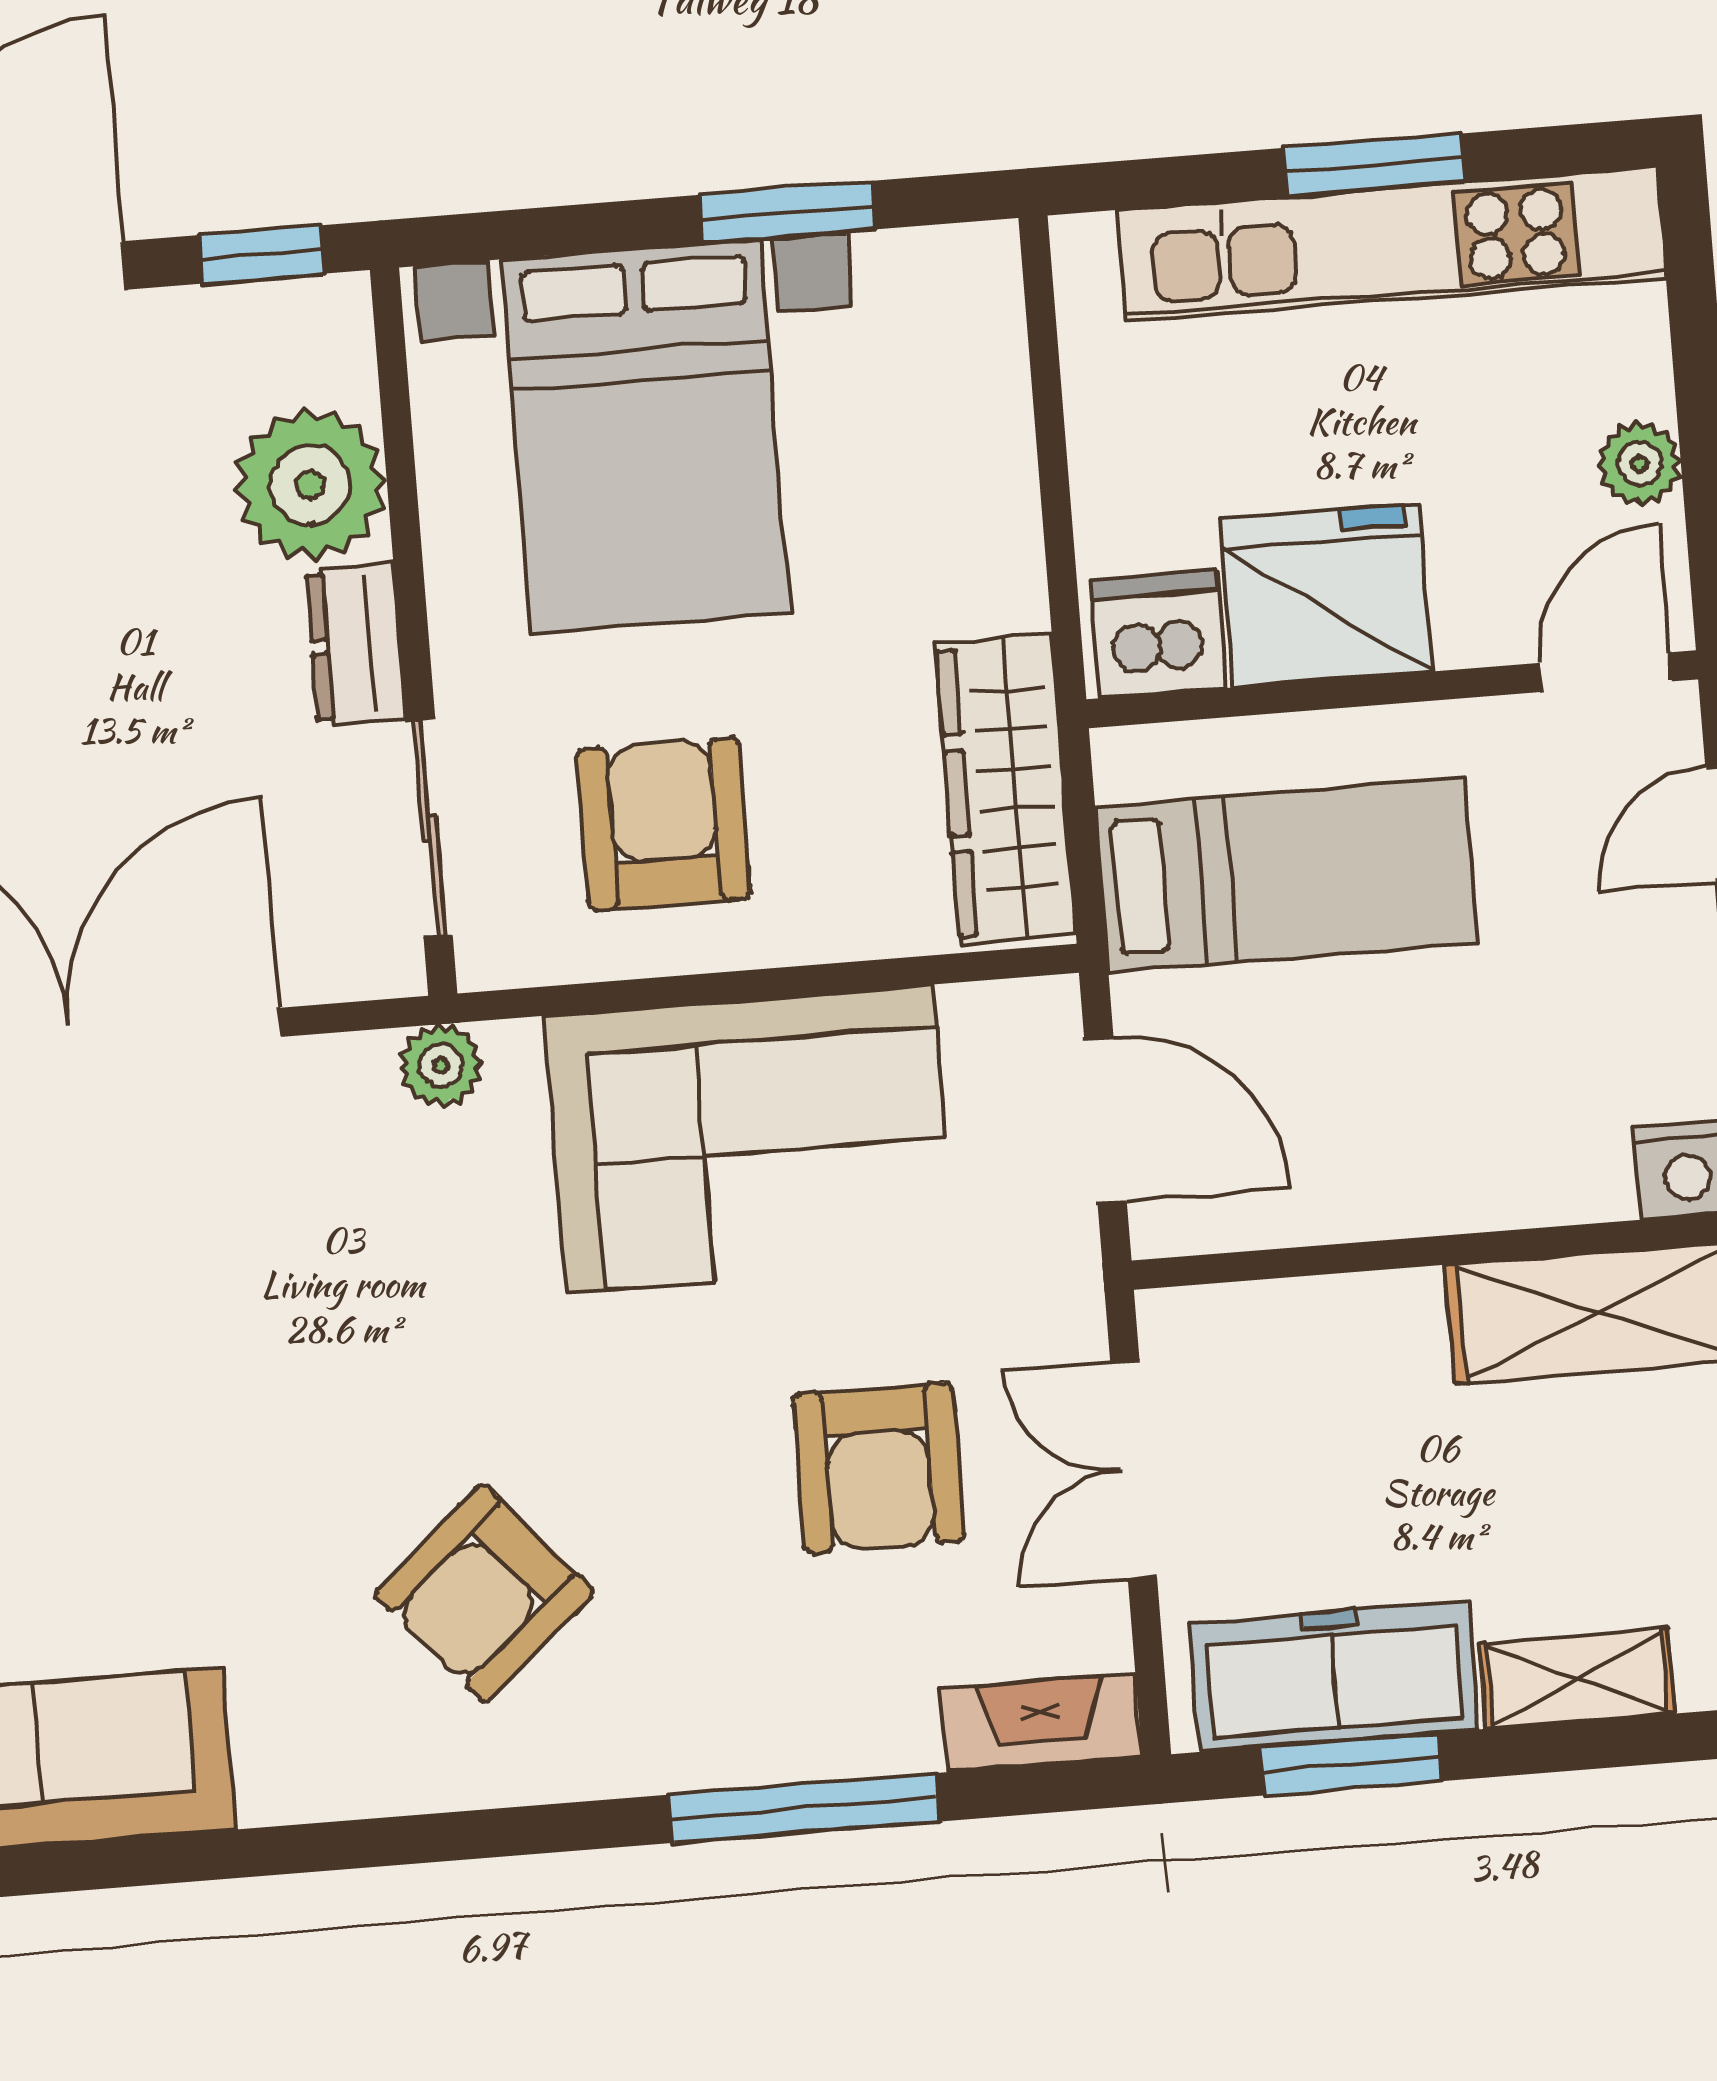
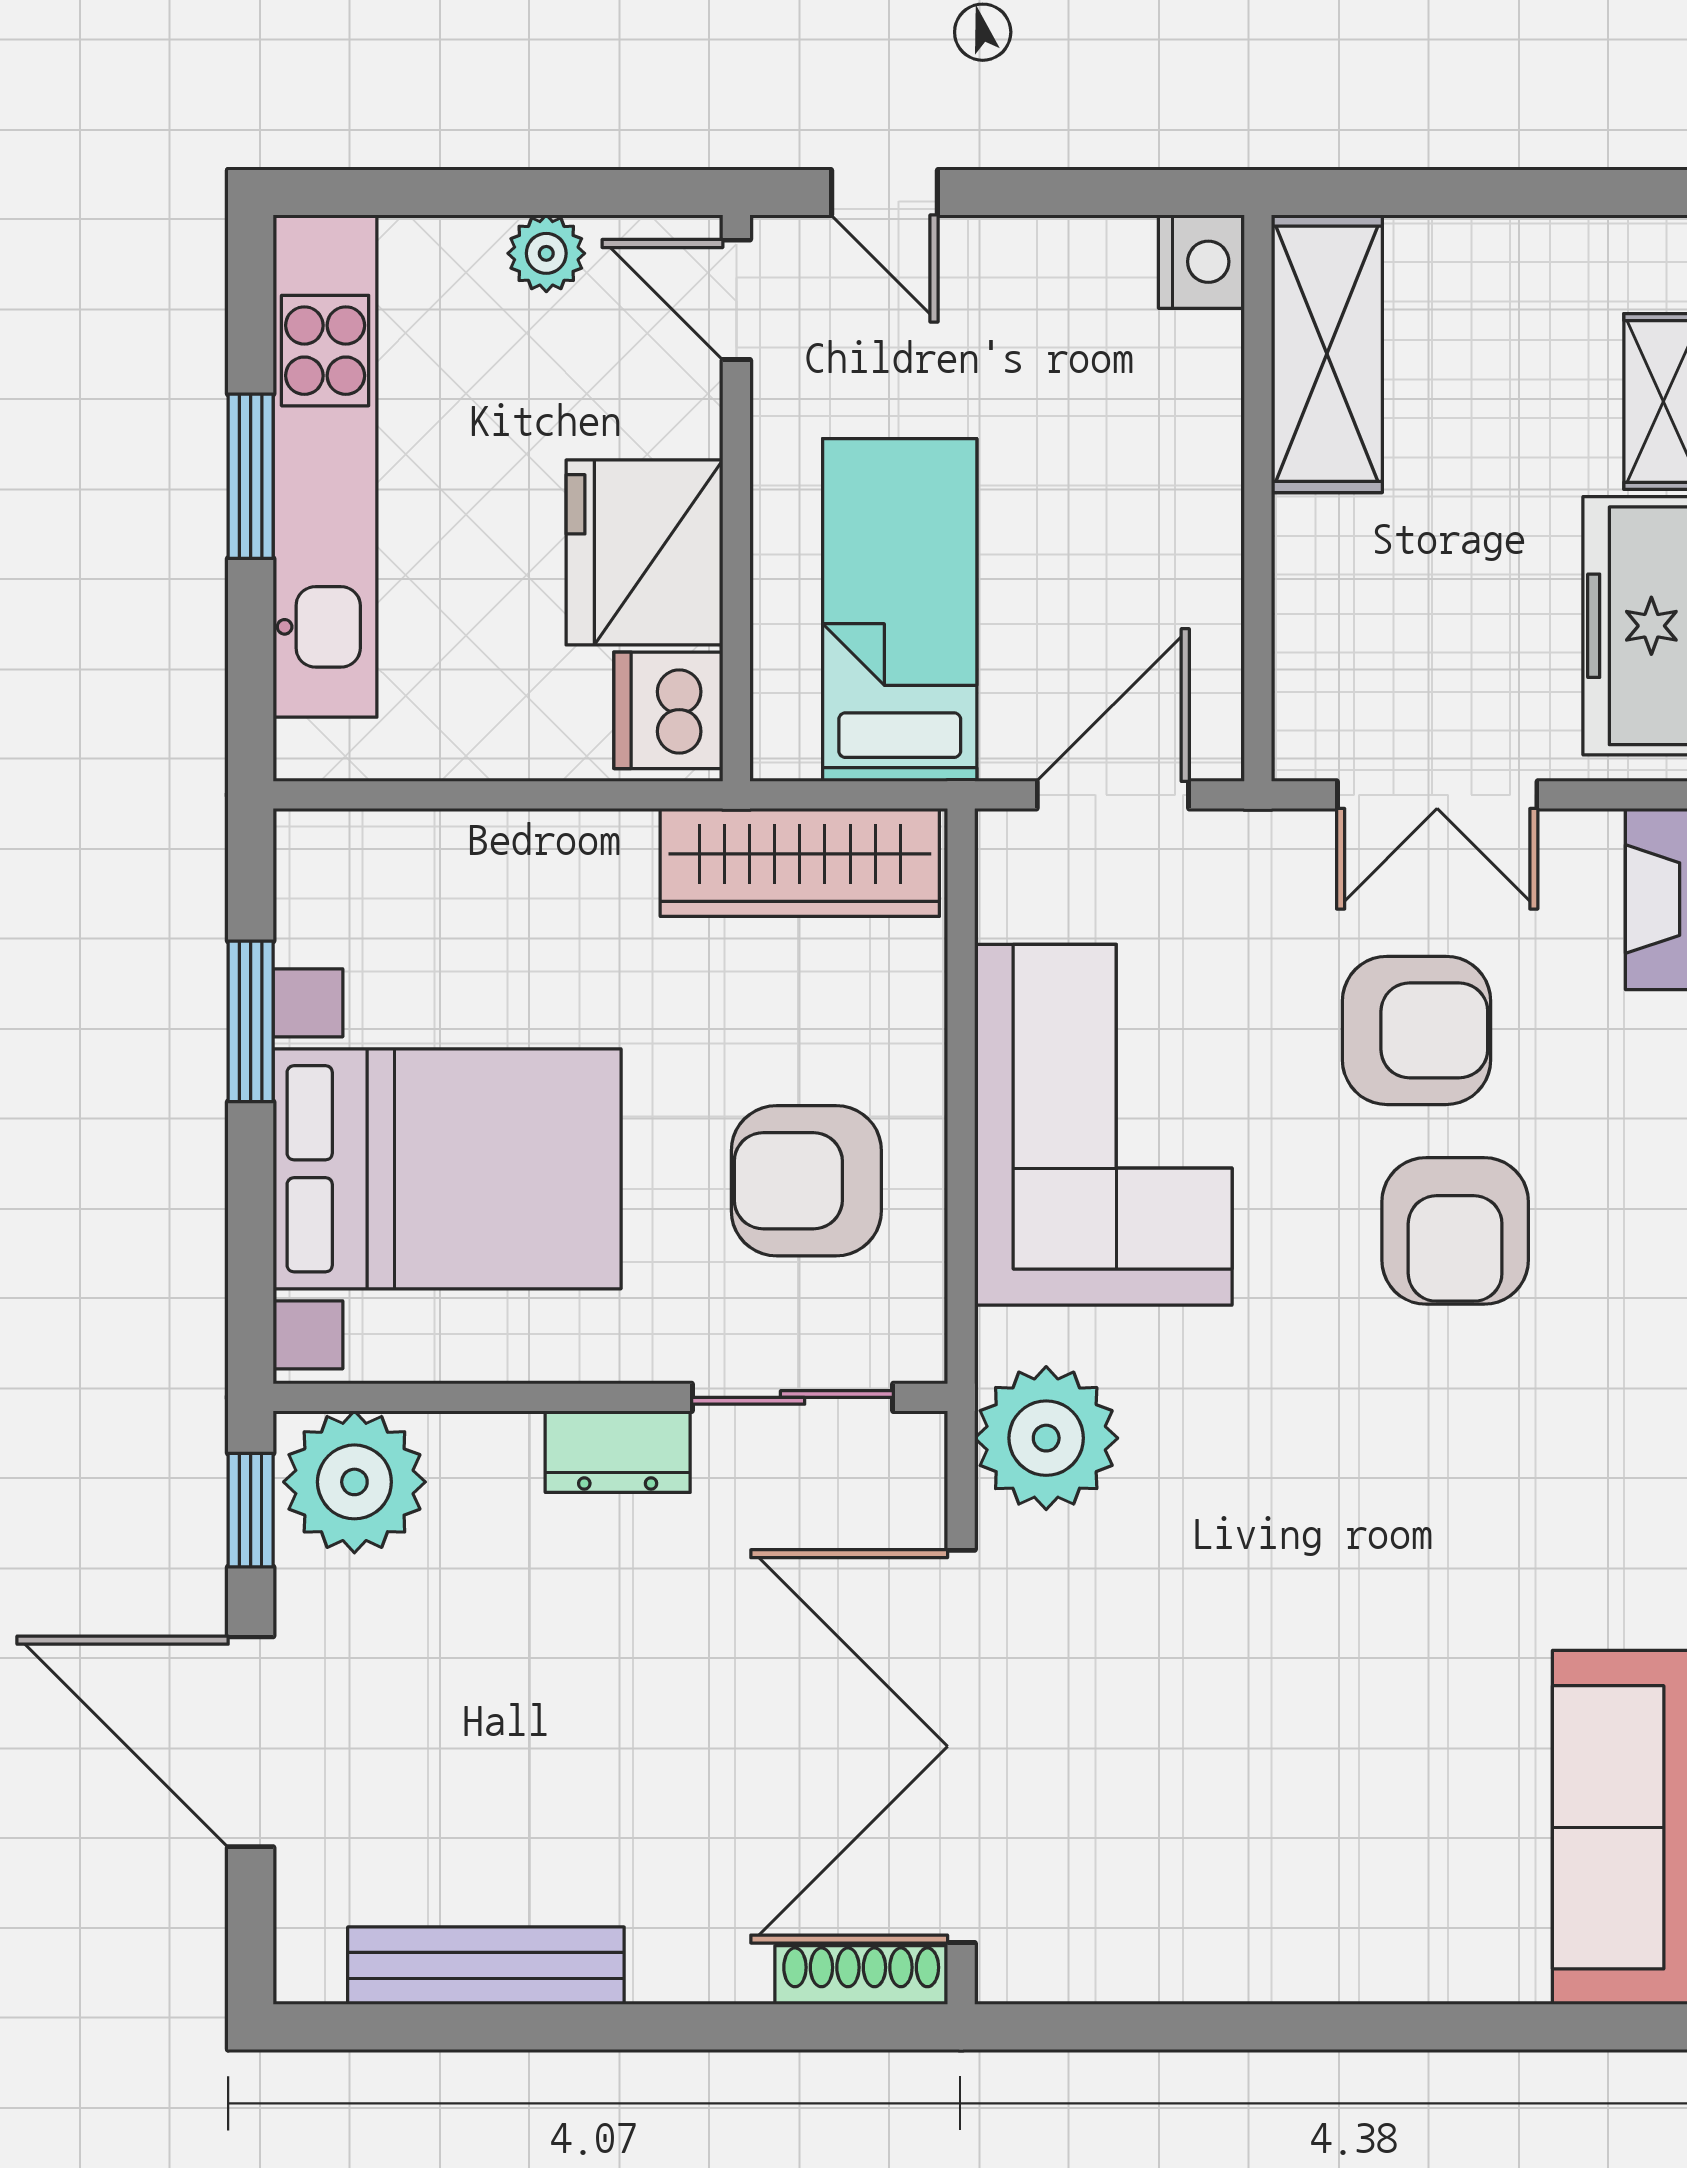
plant: (310, 485) -> (354, 1482), moved
plant: (441, 1065) -> (1046, 1438), width x1.88, depth x1.88
armchair: (484, 1593) -> (1455, 1231), moved, turned 41

